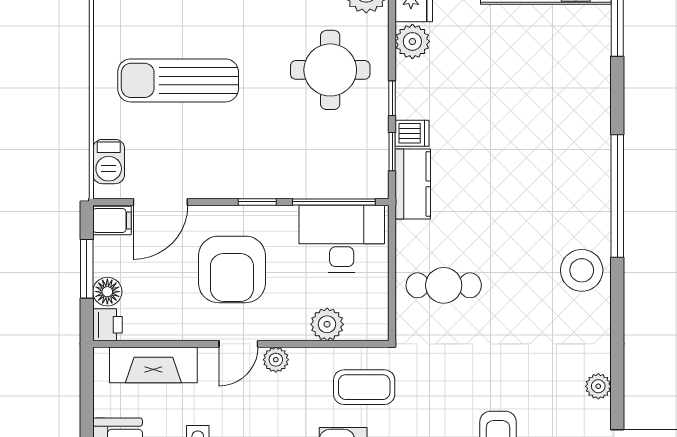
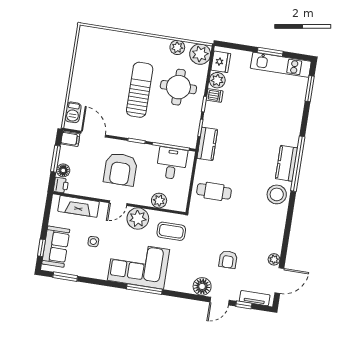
sun lounger: (178, 80) -> (140, 90), moved, turned 90
dishwasher: (412, 133) -> (215, 96), moved
kitchen counter: (592, 199) -> (286, 163), added
door: (160, 202) -> (93, 134), swing flipped
desk: (342, 239) -> (172, 163), width x0.73
plant: (276, 360) -> (138, 218), width x1.88, depth x1.88
plant: (598, 386) -> (274, 259), moved

